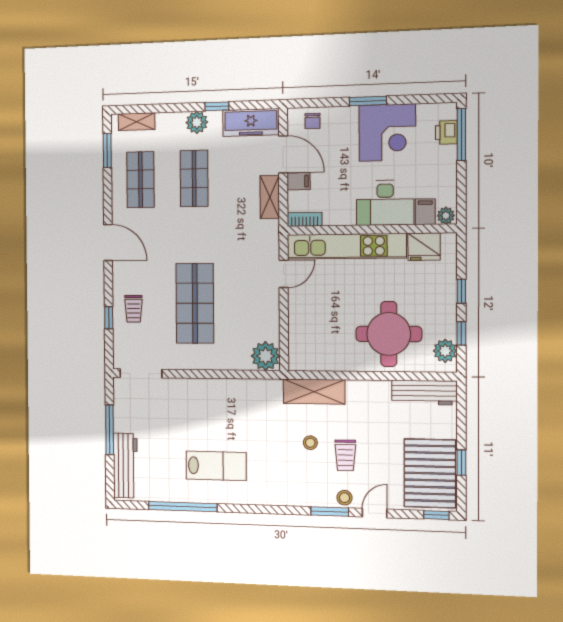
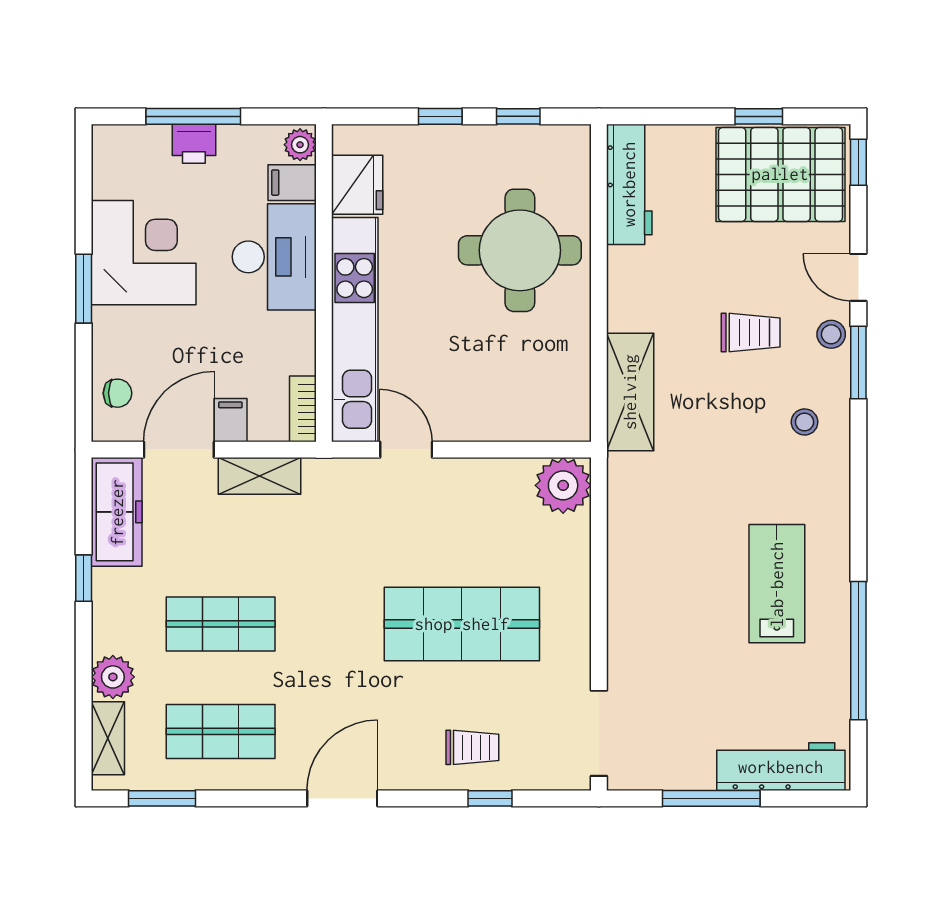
plant: (197, 122) -> (113, 677), moved
printer: (446, 132) -> (194, 144), moved
window: (461, 135) -> (193, 116), moved
plant: (445, 351) -> (551, 146), removed
stool: (310, 443) -> (805, 422), moved

